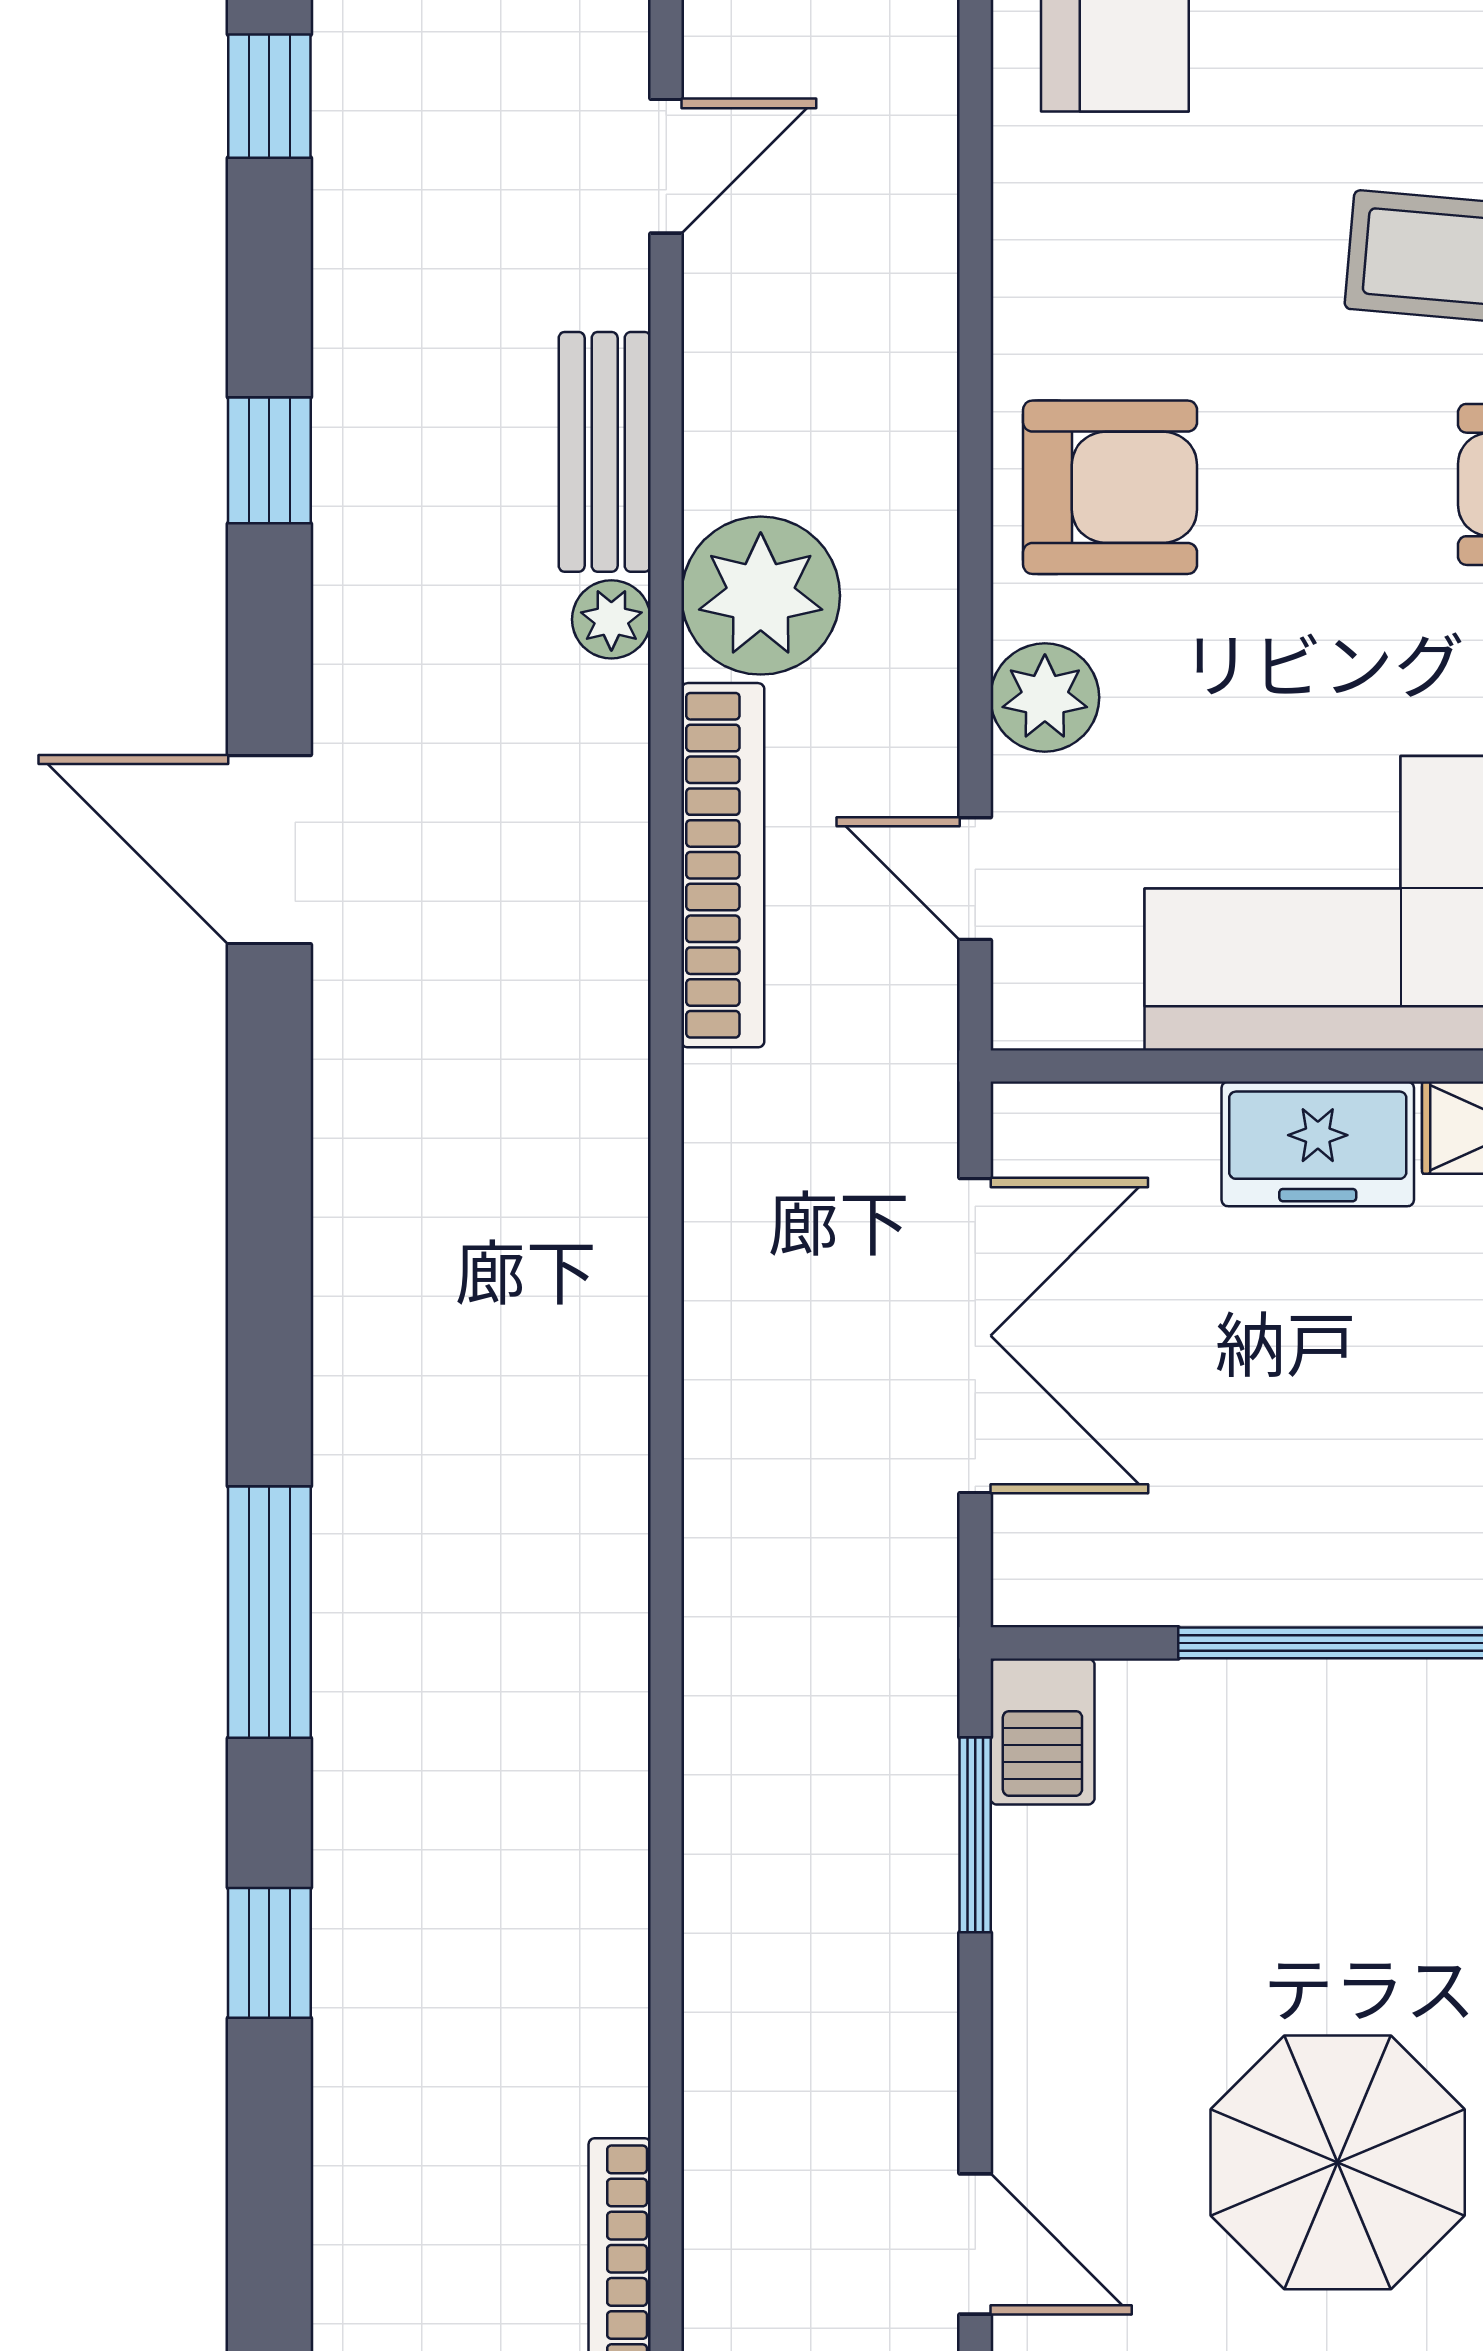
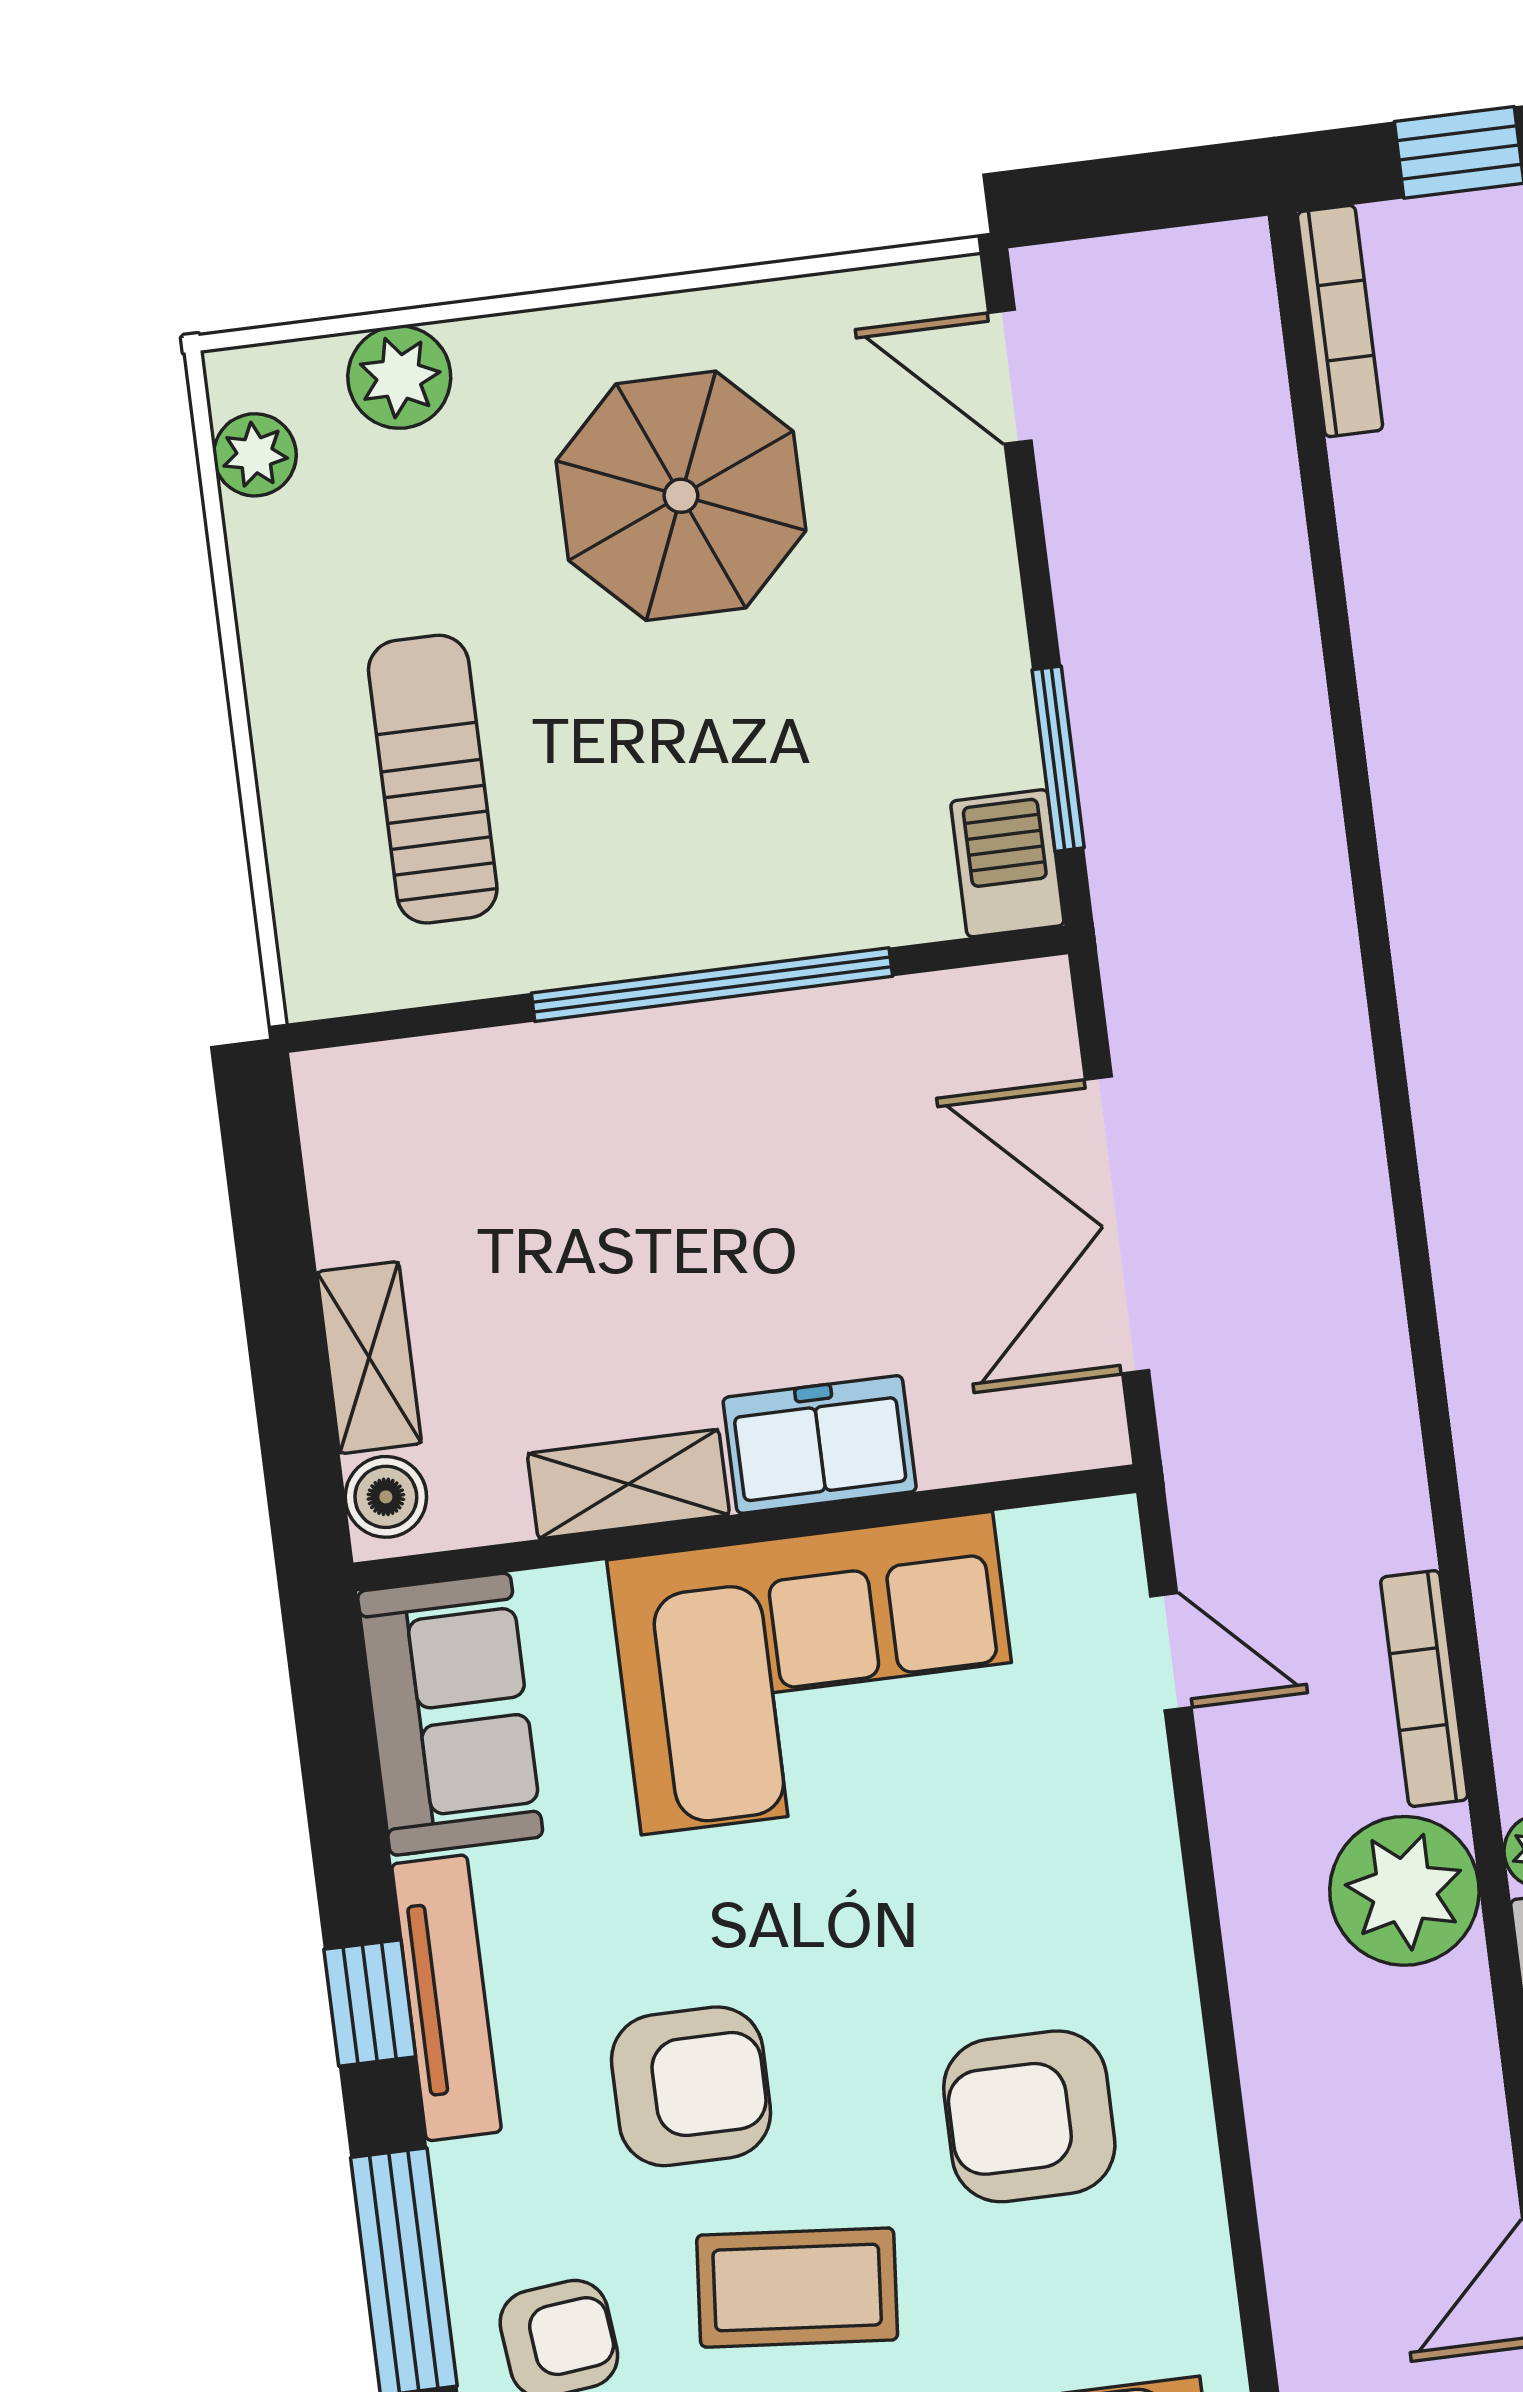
armchair: (1110, 487) -> (1029, 2116), moved
plant: (1045, 697) -> (1127, 1829), removed
bookcase: (723, 865) -> (1424, 1689), width x0.68, depth x0.76

